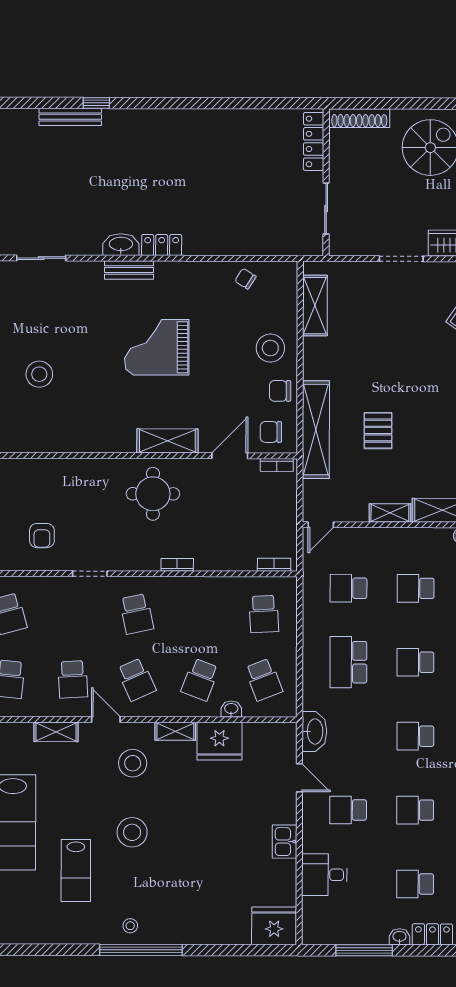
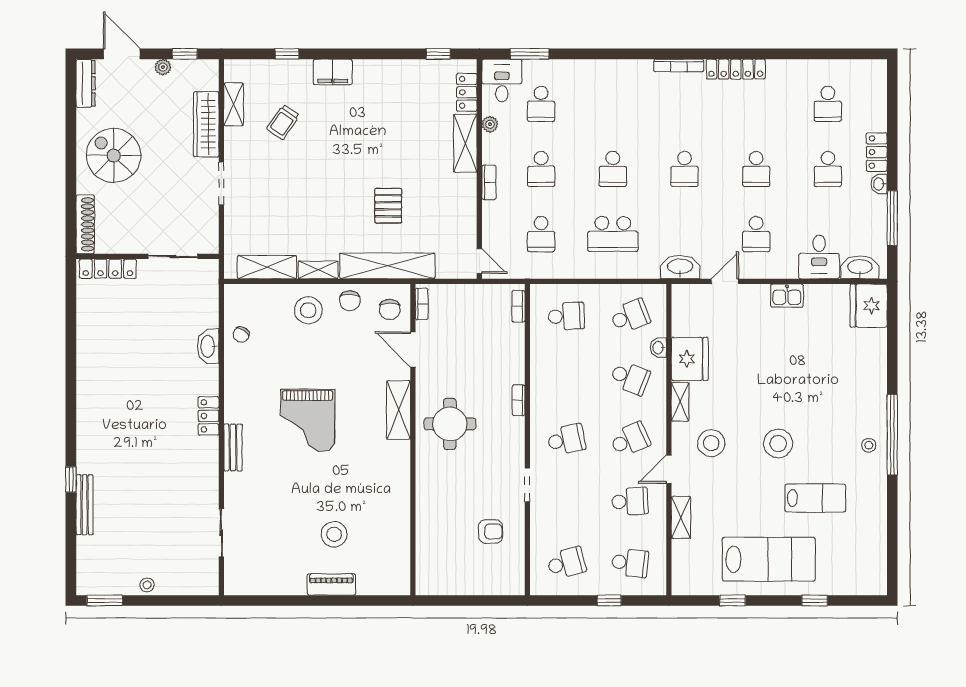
washbasin: (121, 245) -> (208, 346), moved
pallet: (378, 431) -> (388, 206), turned 90
shelving: (390, 513) -> (318, 270), moved, turned 90
bookcase: (402, 535) -> (489, 182), added
washbasin: (314, 917) -> (860, 267), added

